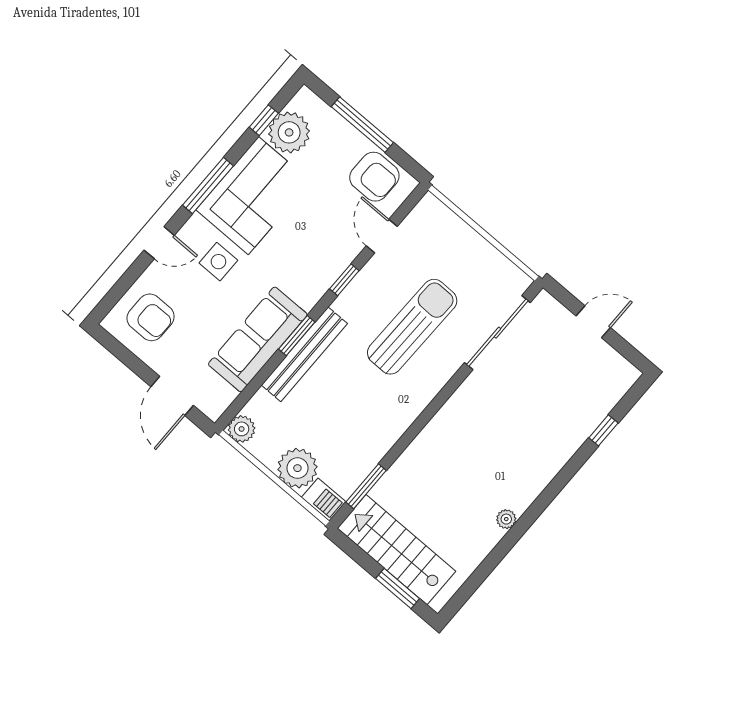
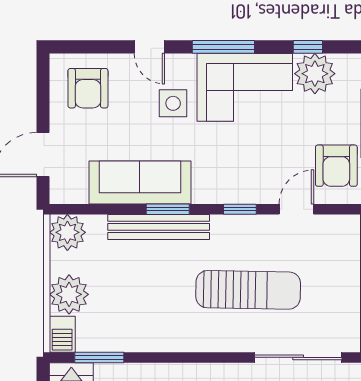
plant: (242, 429) -> (67, 232), width x1.36, depth x1.36

